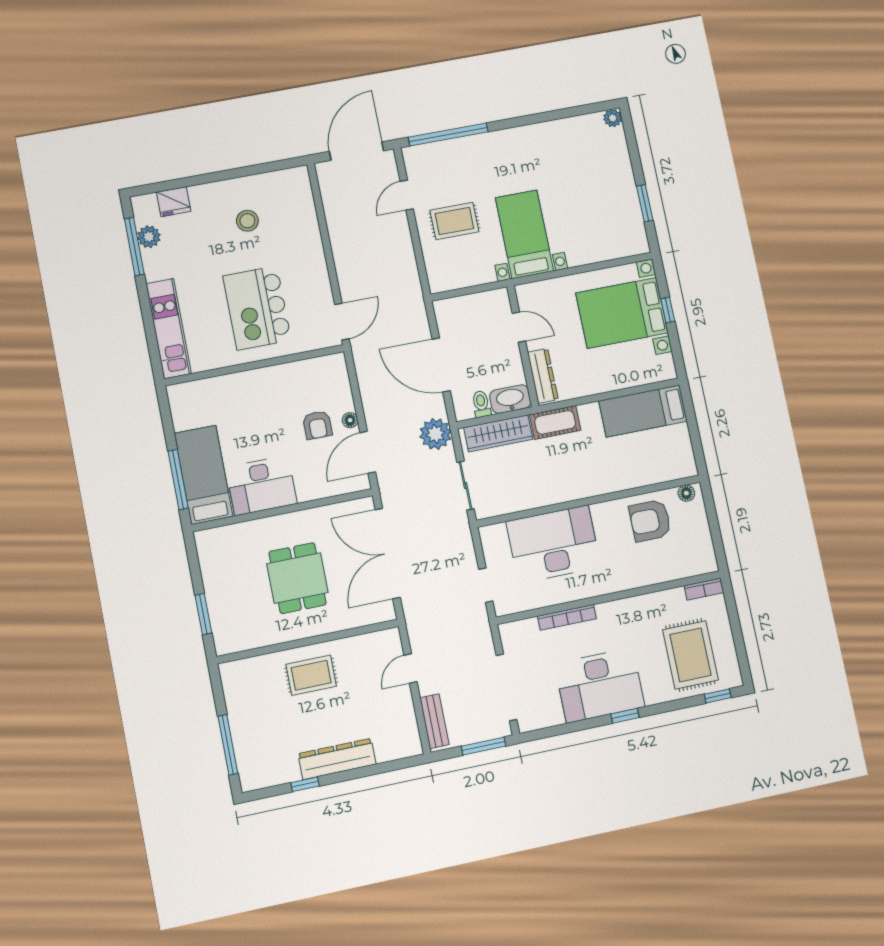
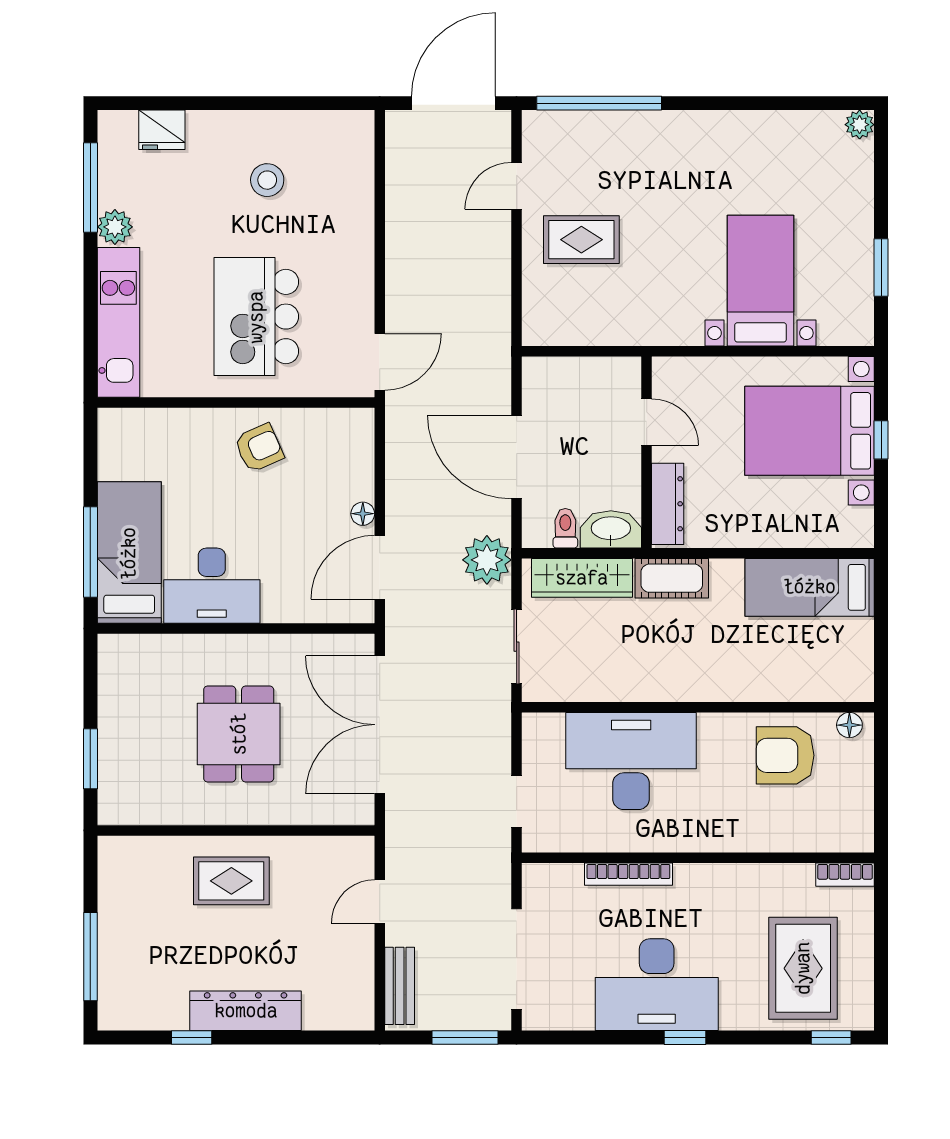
bed with nightstands: (524, 234) -> (760, 281), moved
plant: (149, 237) -> (115, 227), moved
armchair: (317, 425) -> (259, 448), moved, turned -114

